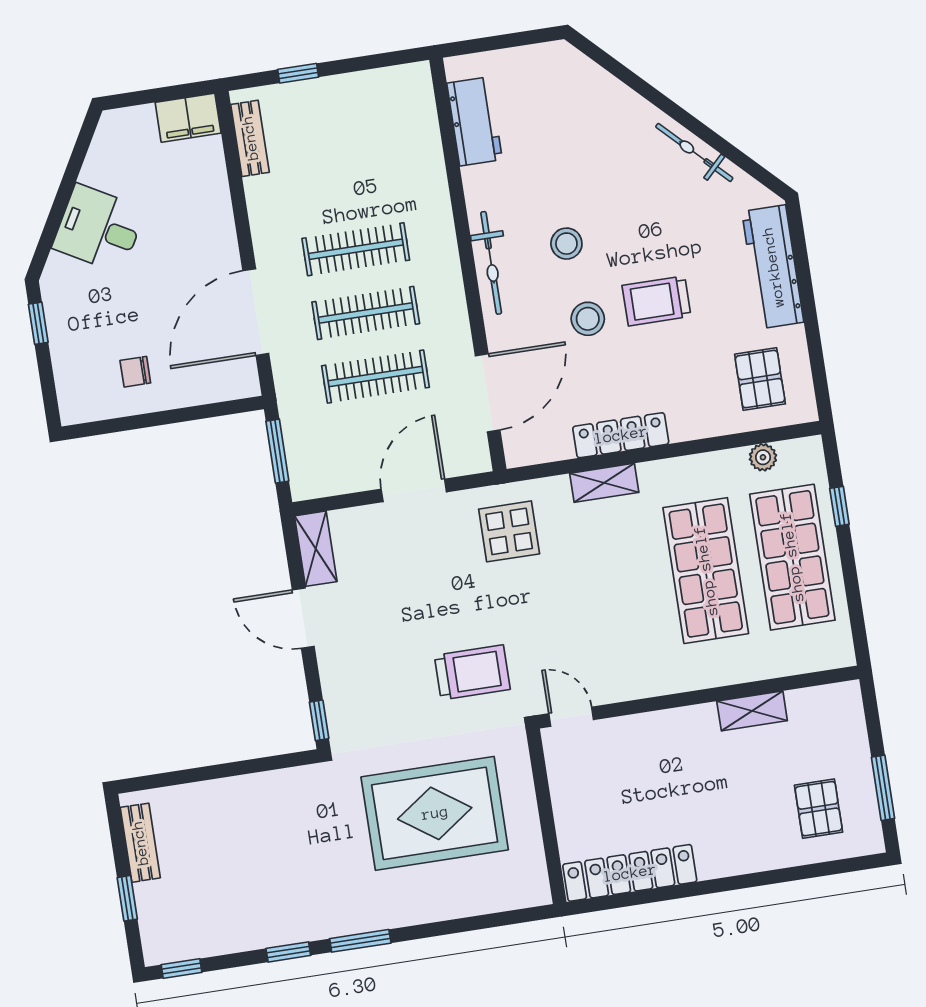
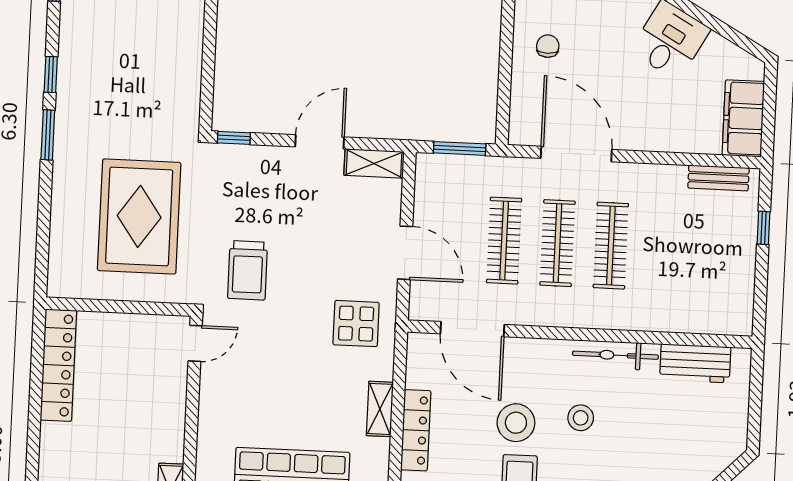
filing cabinet: (188, 118) -> (743, 118), width x1.50, depth x1.17
bicycle: (491, 263) -> (615, 355), moved
stool: (588, 319) -> (516, 423), width x1.38, depth x1.38

